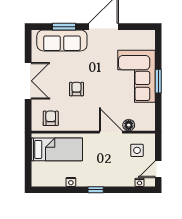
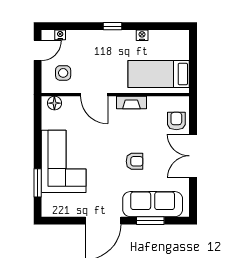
window: (158, 81) -> (38, 183), moved
armchair: (76, 89) -> (135, 161), moved, turned -90
armchair: (51, 118) -> (176, 121), moved, turned 180
floor lamp: (129, 125) -> (54, 103), moved
fireplace: (80, 126) -> (131, 102), added

